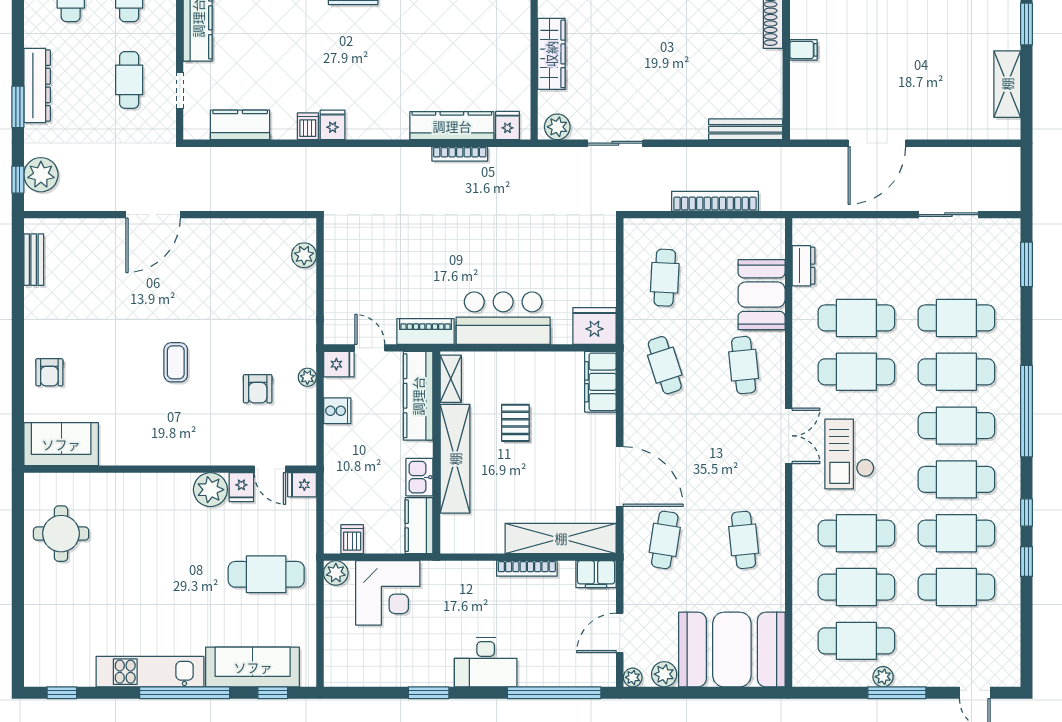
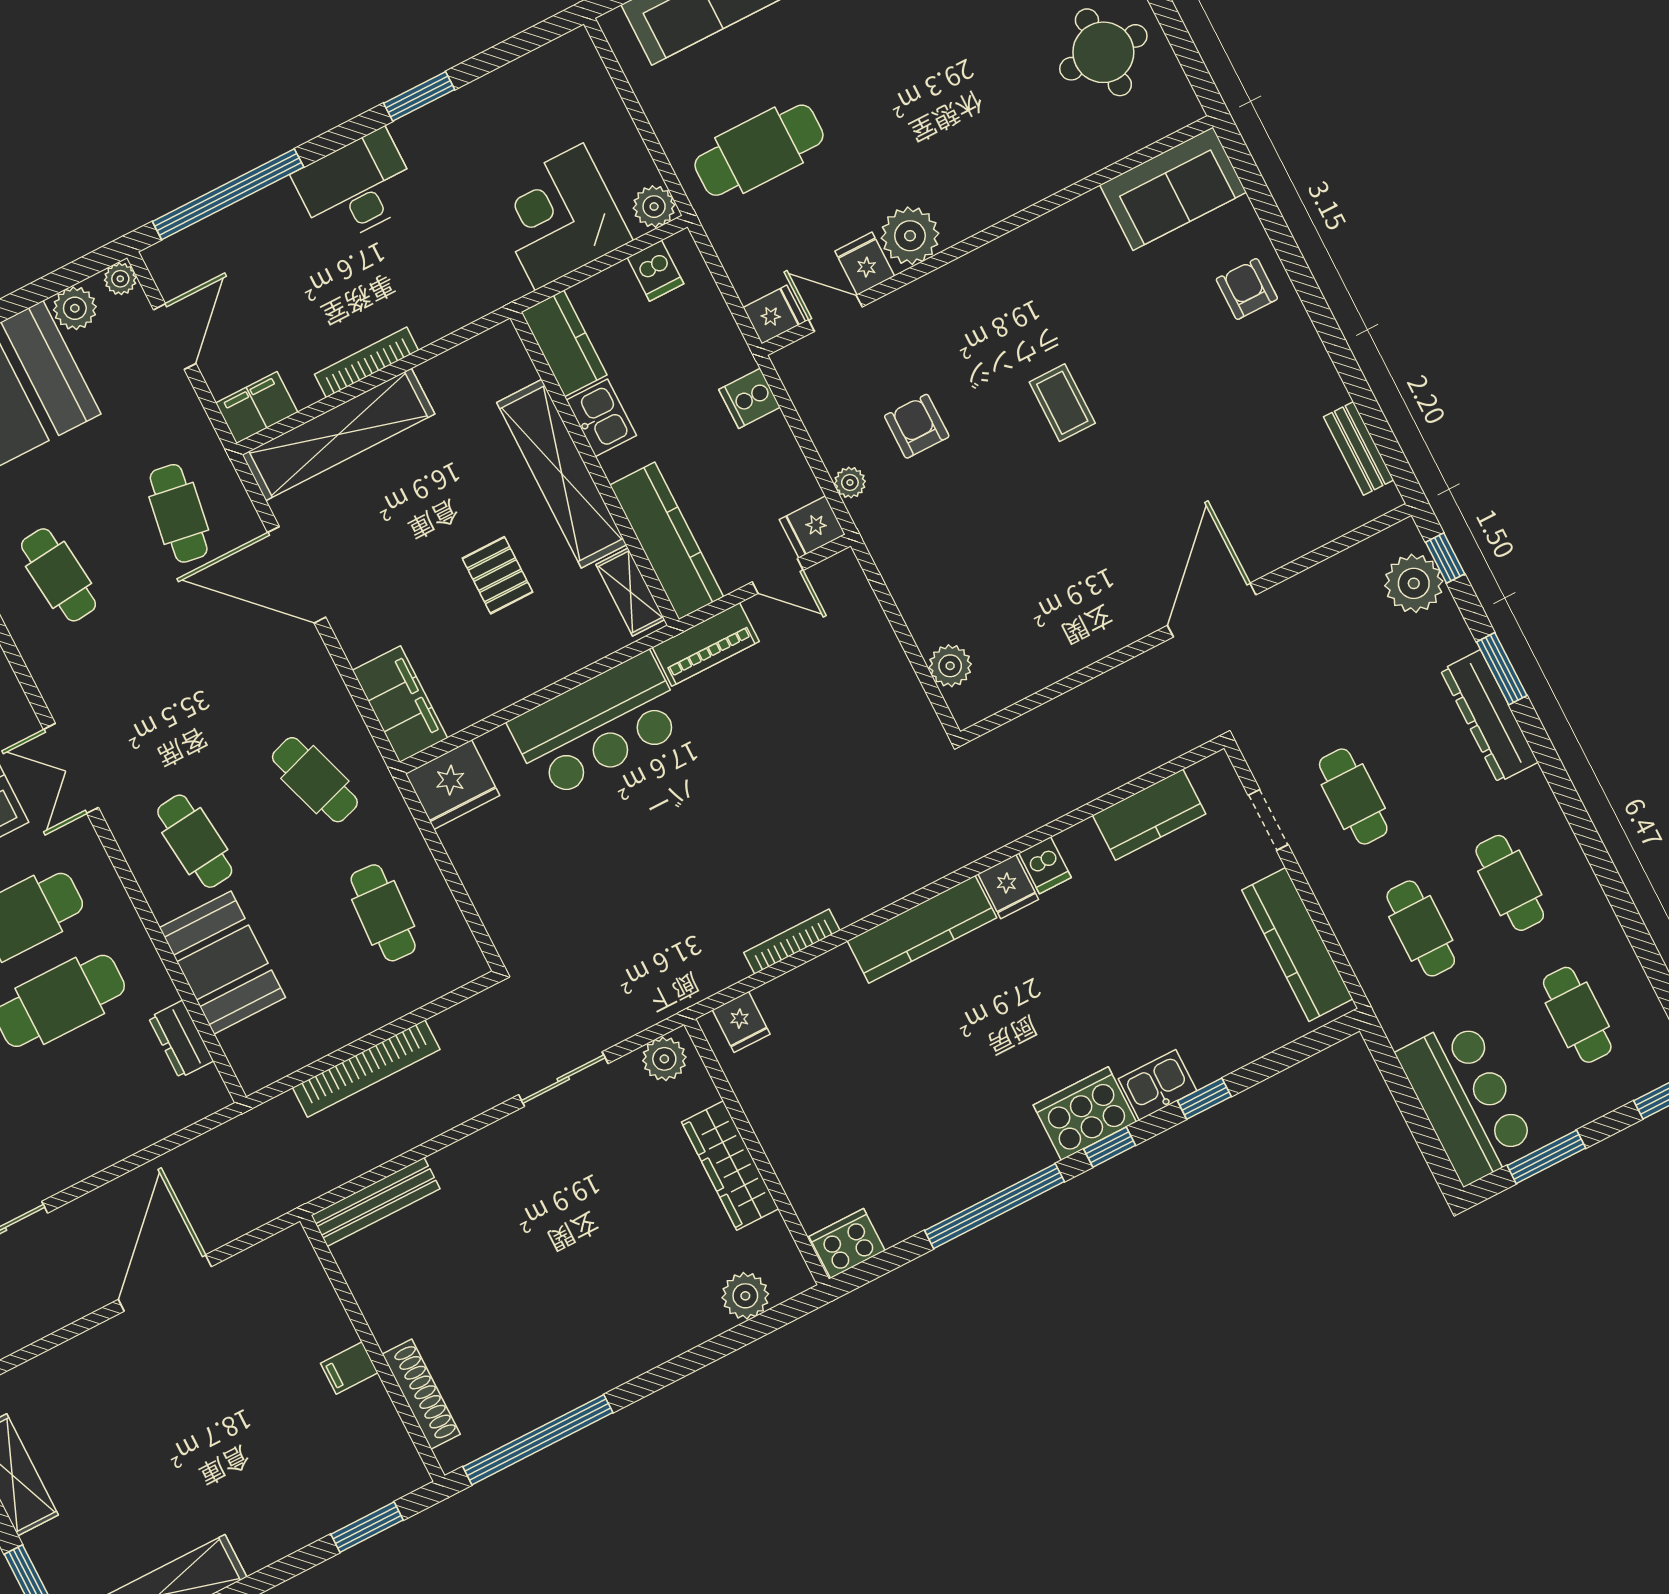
kitchen counter: (452, 126) -> (922, 929), moved
cooker: (337, 411) -> (750, 398), moved

